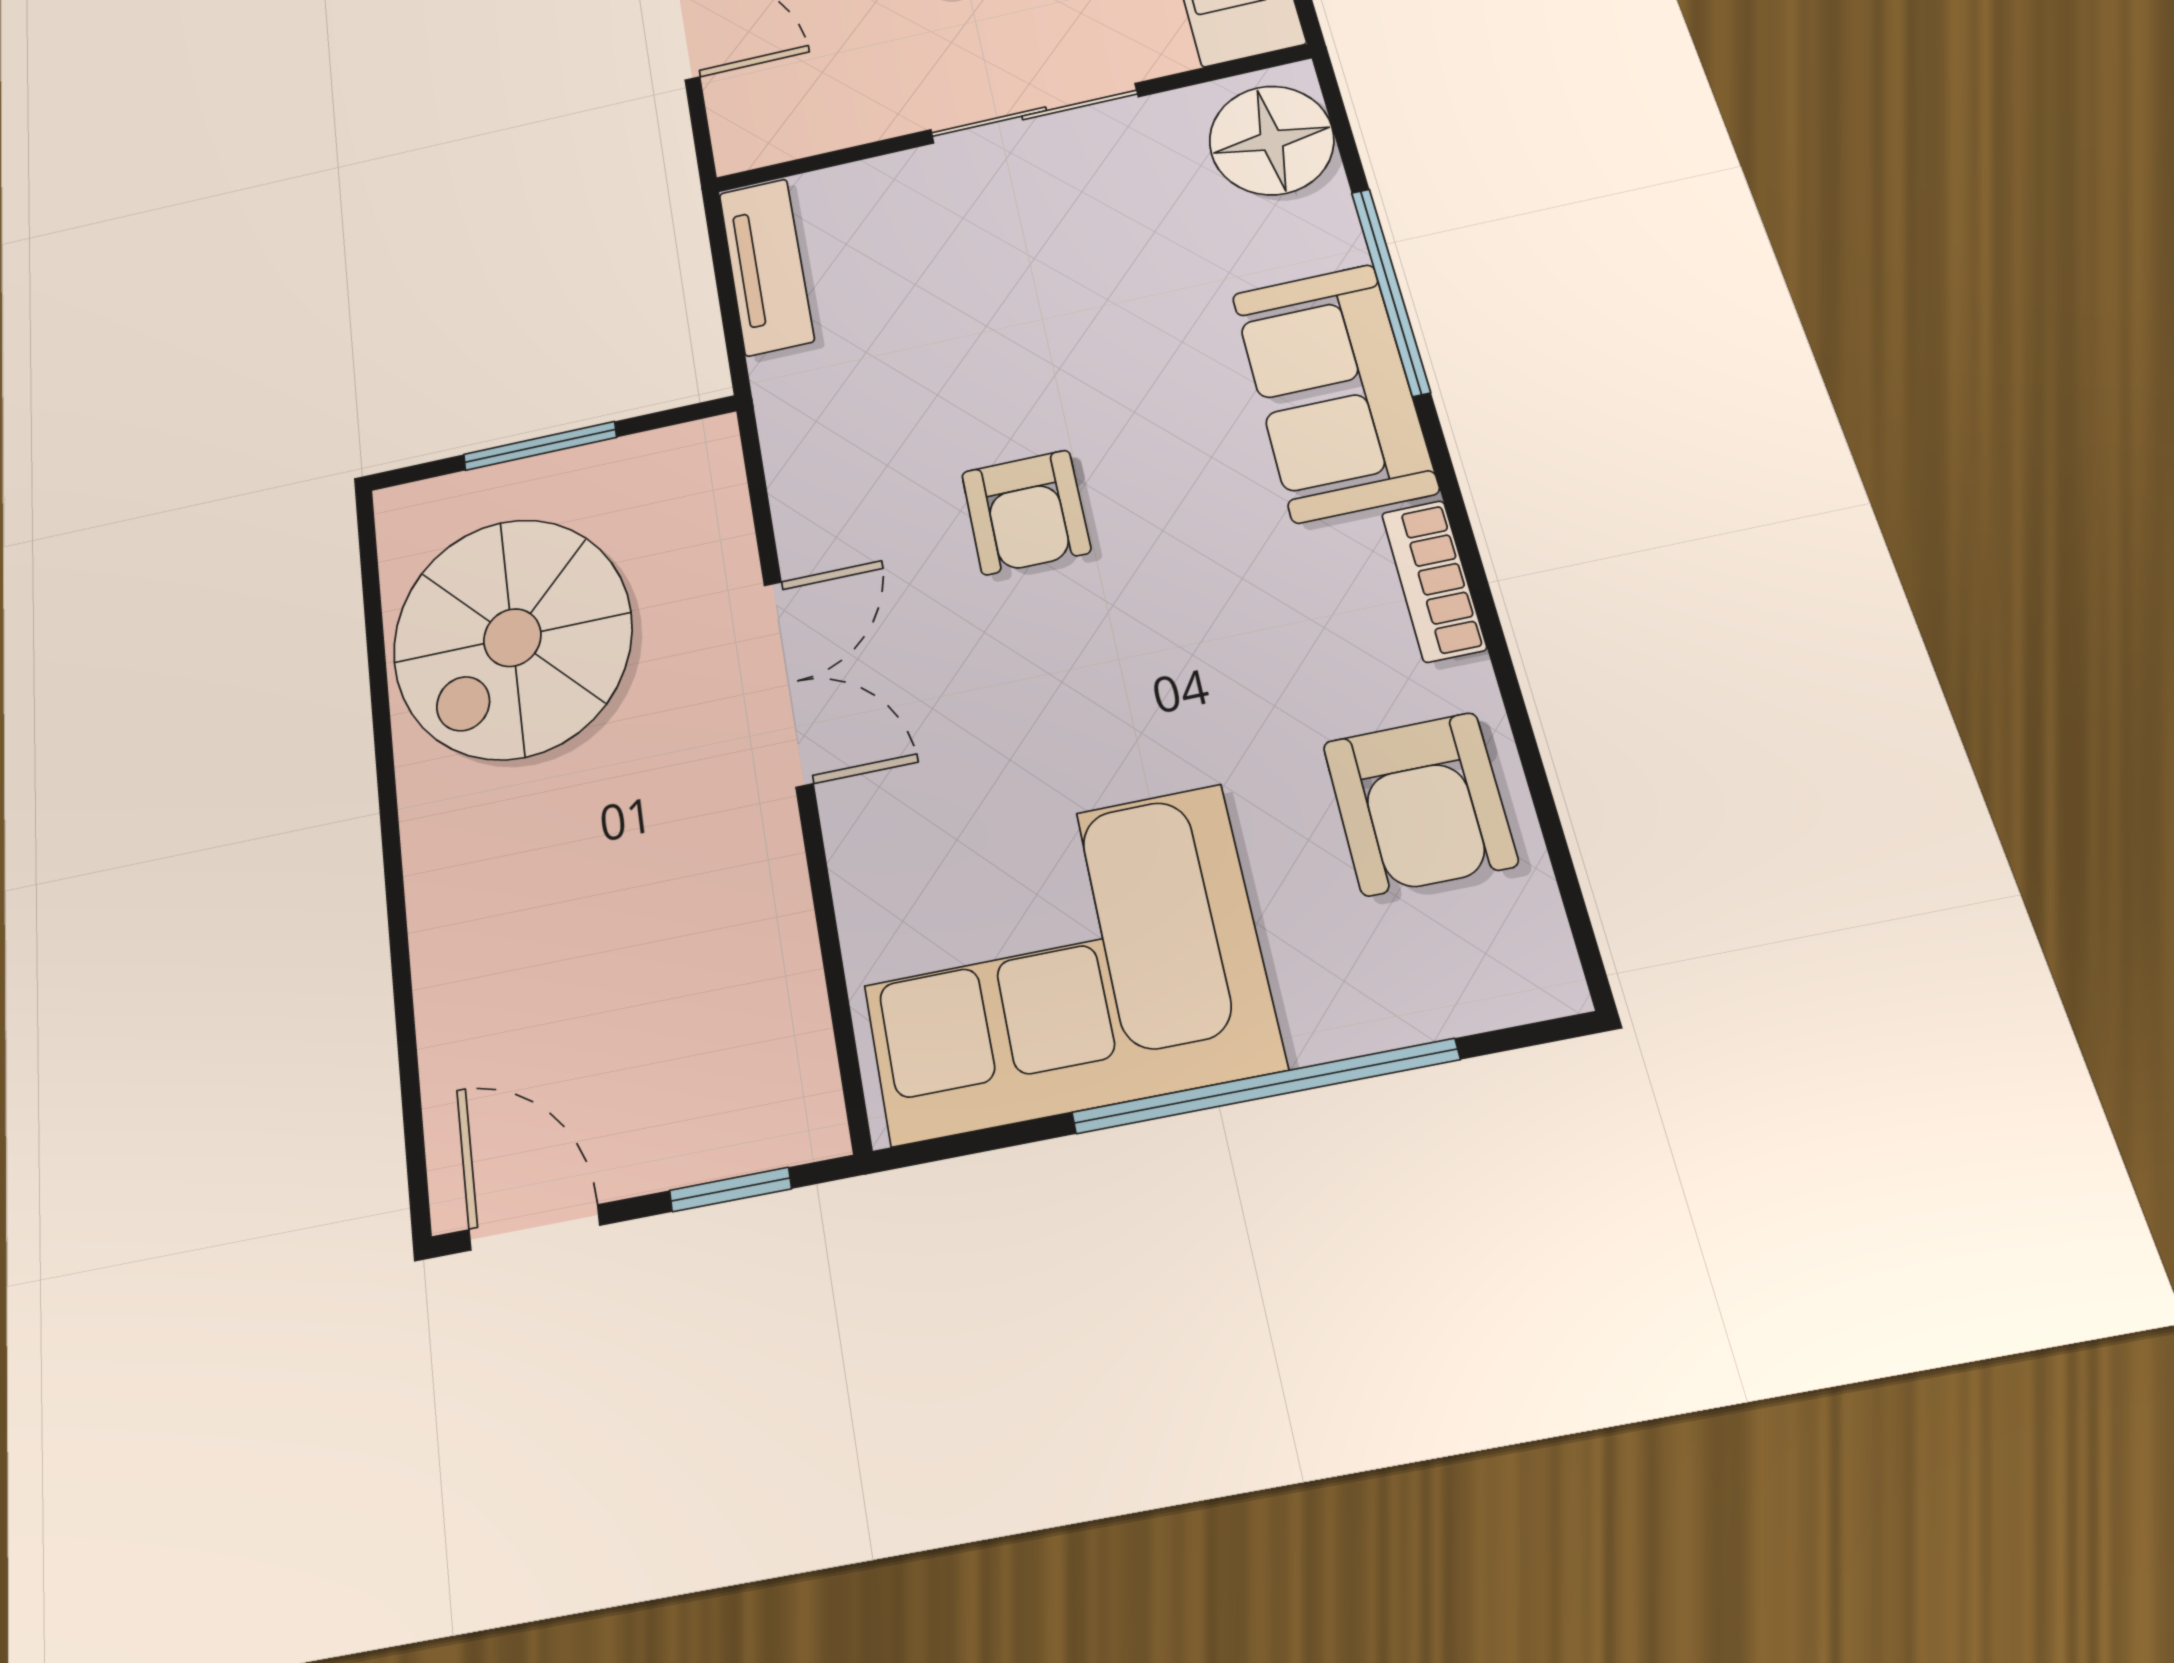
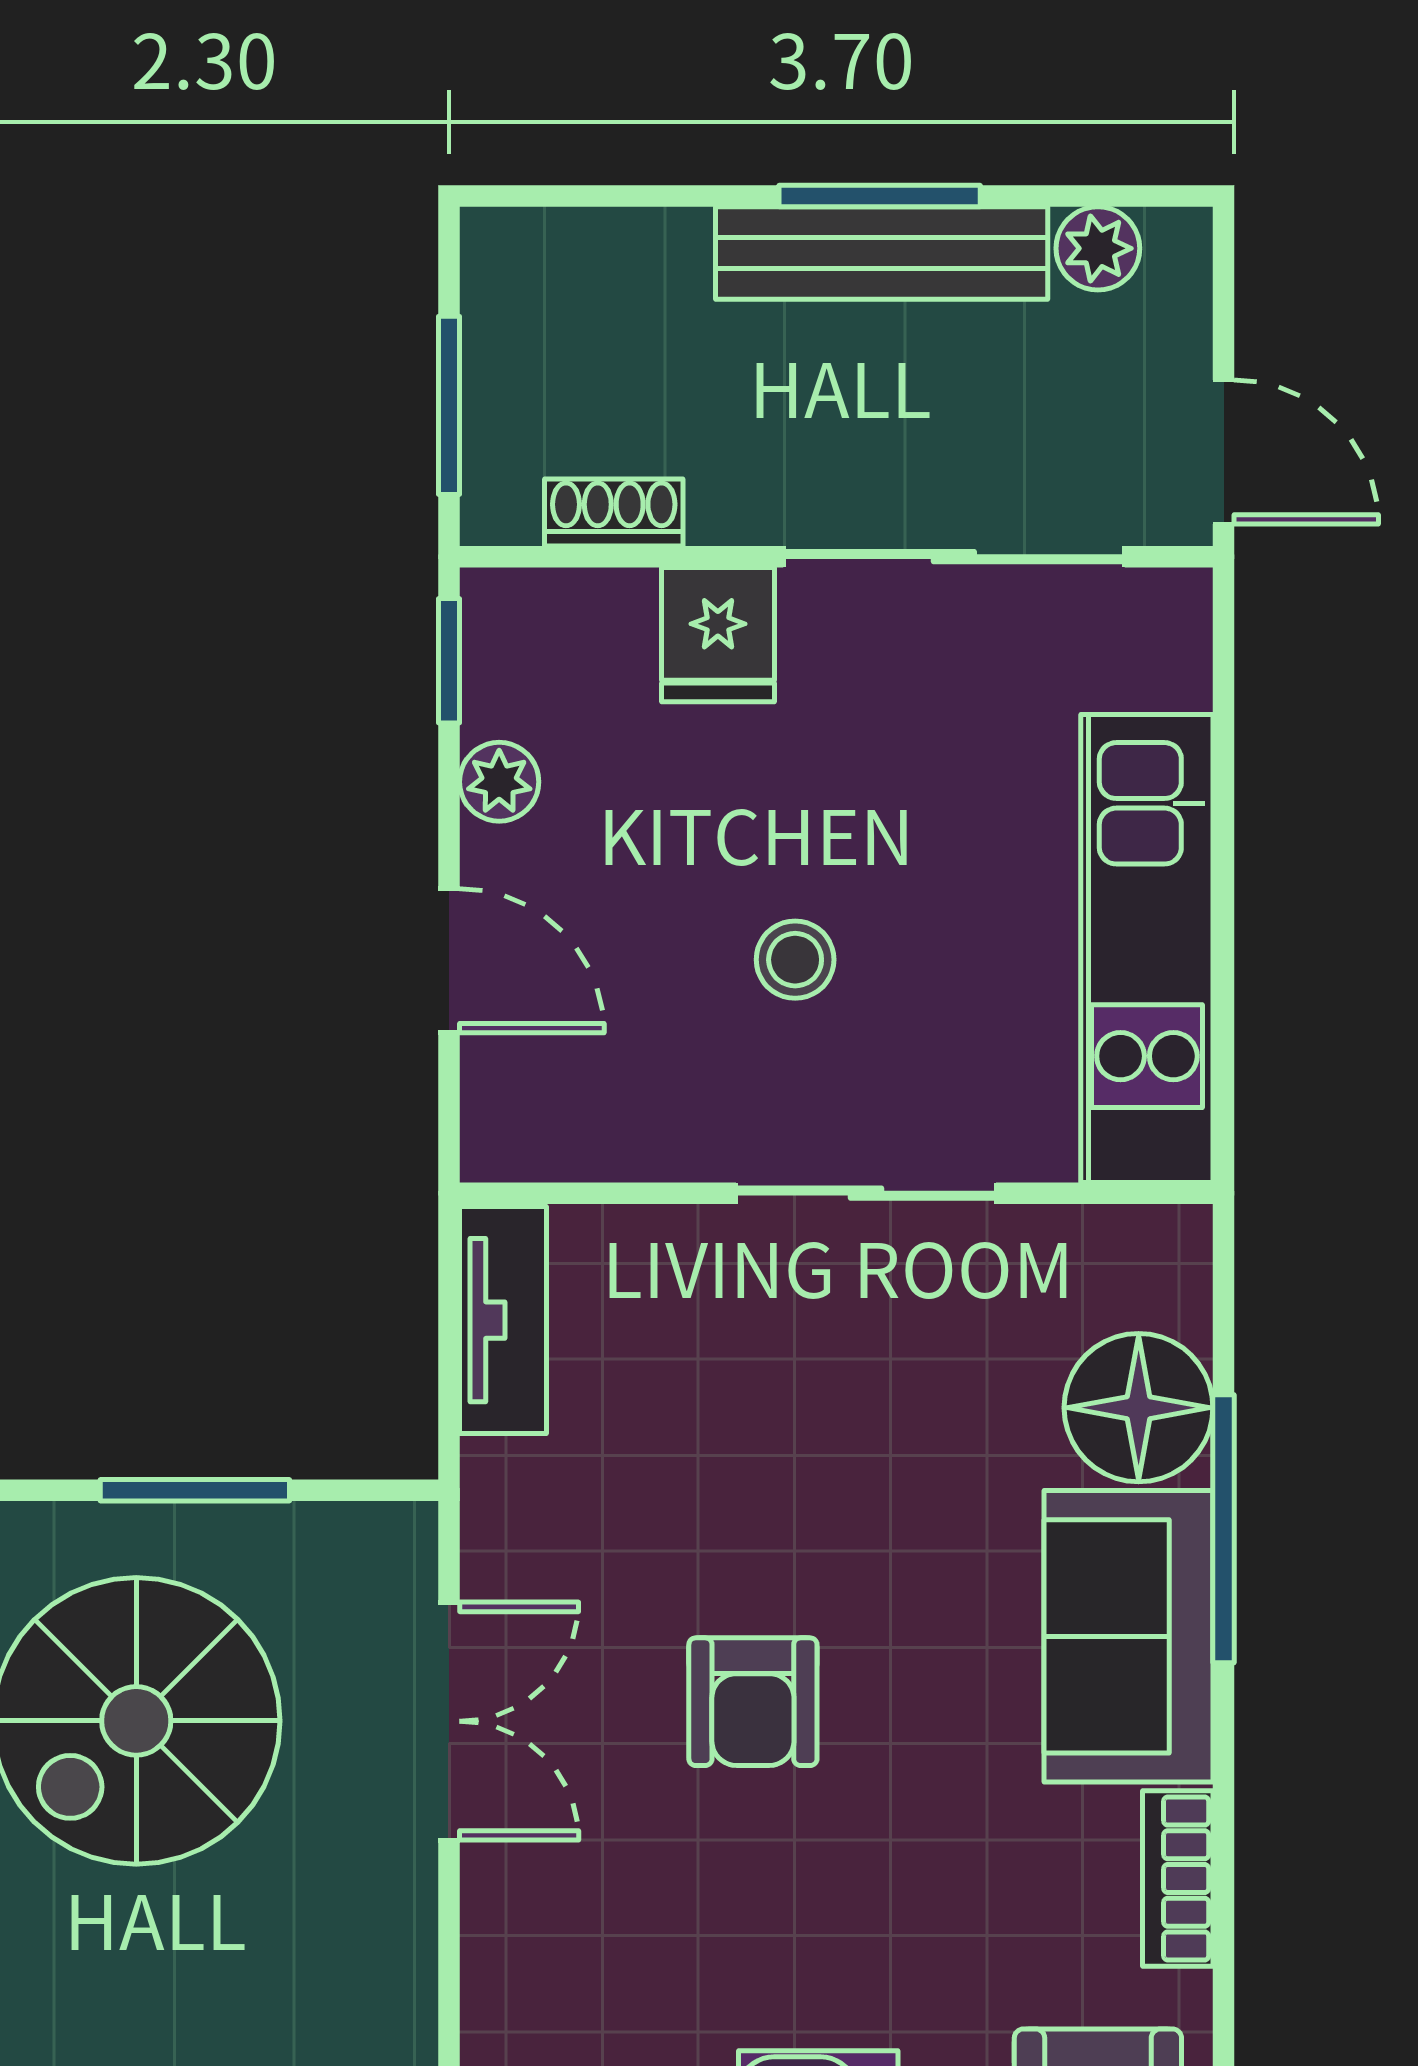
floor lamp: (1272, 140) -> (1139, 1408), moved
double door: (788, 683) -> (449, 1721), moved

